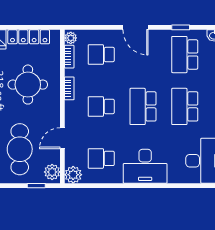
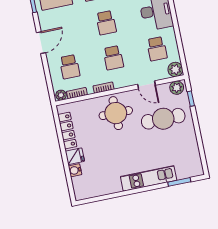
round table: (28, 85) -> (116, 113), moved
school desk: (143, 106) -> (106, 23), width x0.54

